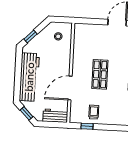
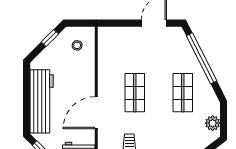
window: (30, 36) -> (50, 38), moved

